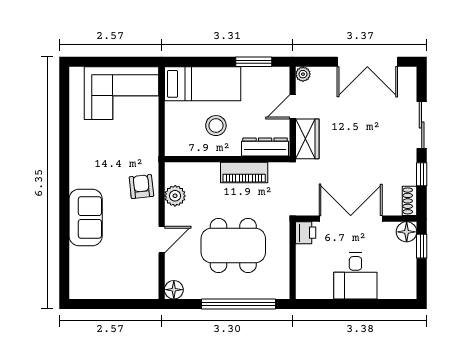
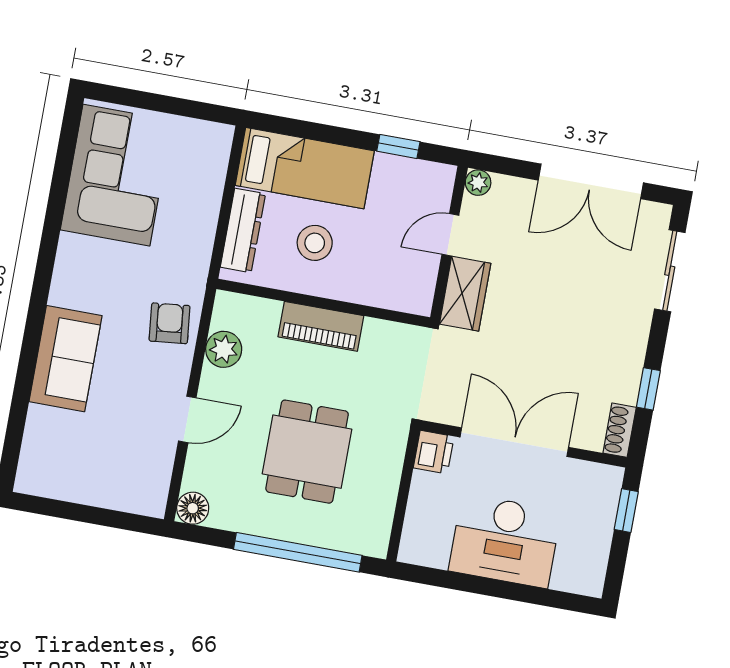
window: (254, 62) -> (398, 146), width x0.67
corner sofa: (122, 93) -> (116, 175), moved, turned -90
sliding door: (422, 125) -> (670, 271), moved
dresser: (265, 147) -> (243, 230), moved, turned 90
piano: (244, 173) -> (321, 326), moved
floor lamp: (407, 232) -> (605, 482), removed
dining table: (233, 246) -> (307, 452), width x0.73
desk: (355, 276) -> (505, 541), width x1.37

